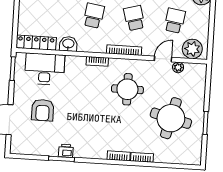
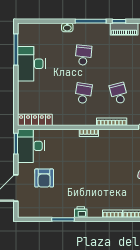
washbasin: (68, 44) -> (63, 119), removed
desk: (45, 69) -> (31, 146), moved, turned -90
round table: (127, 89) -> (117, 155), removed
printer: (66, 151) -> (81, 212), moved

